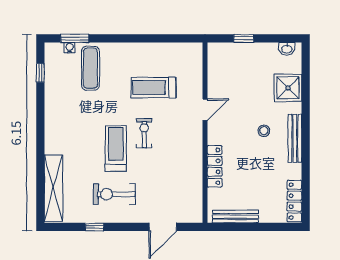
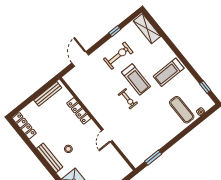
window: (75, 38) -> (153, 158), moved
treadmill: (153, 88) -> (169, 72), moved, turned 180
shelving: (53, 188) -> (147, 29), width x0.68

